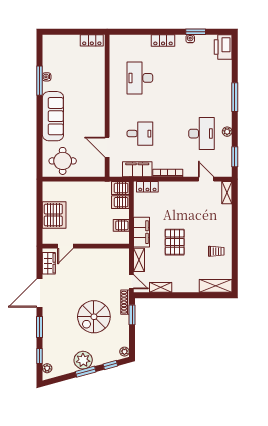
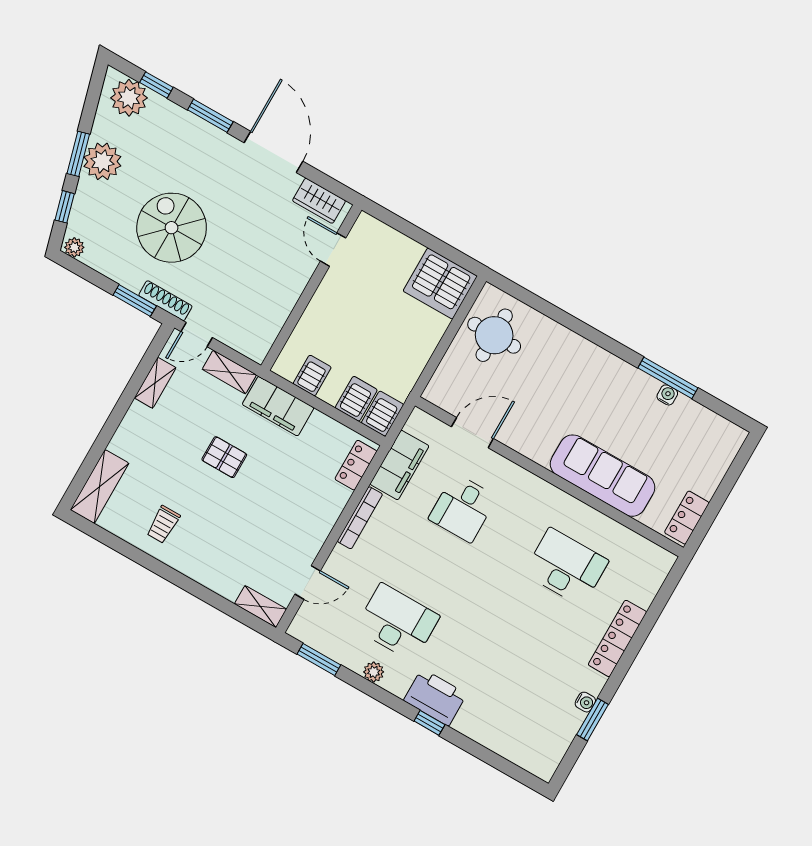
locker: (163, 41) -> (617, 638), width x1.53
printer: (223, 47) -> (435, 697), moved
window: (235, 97) -> (429, 723), width x0.46
sofa: (53, 116) -> (603, 476), moved, turned 180
desk: (202, 134) -> (397, 622), turned 180
server rack: (54, 215) -> (440, 284), moved
pallet: (175, 242) -> (224, 457), width x0.67, depth x0.71
plant: (47, 368) -> (129, 98), width x1.87, depth x1.87

